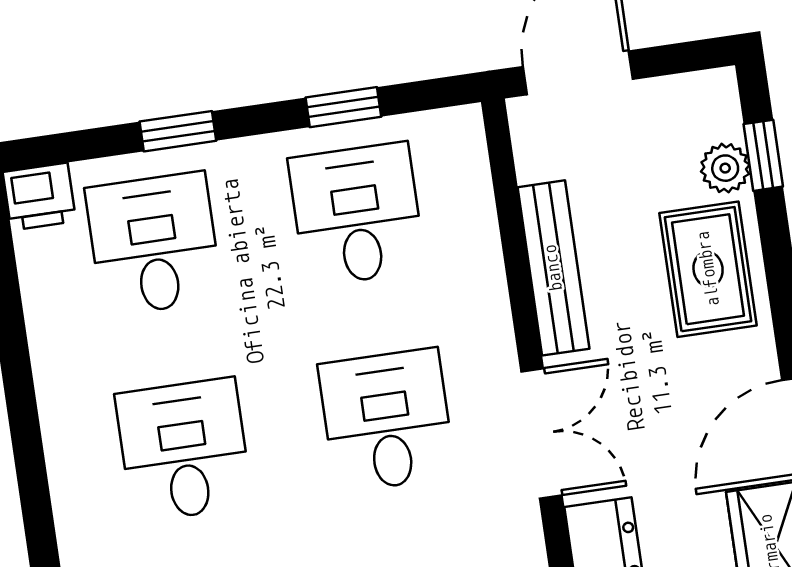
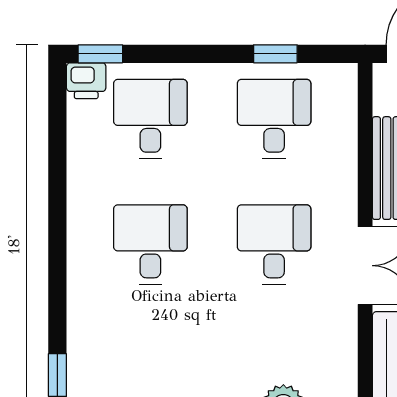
window: (178, 131) -> (100, 54), moved

